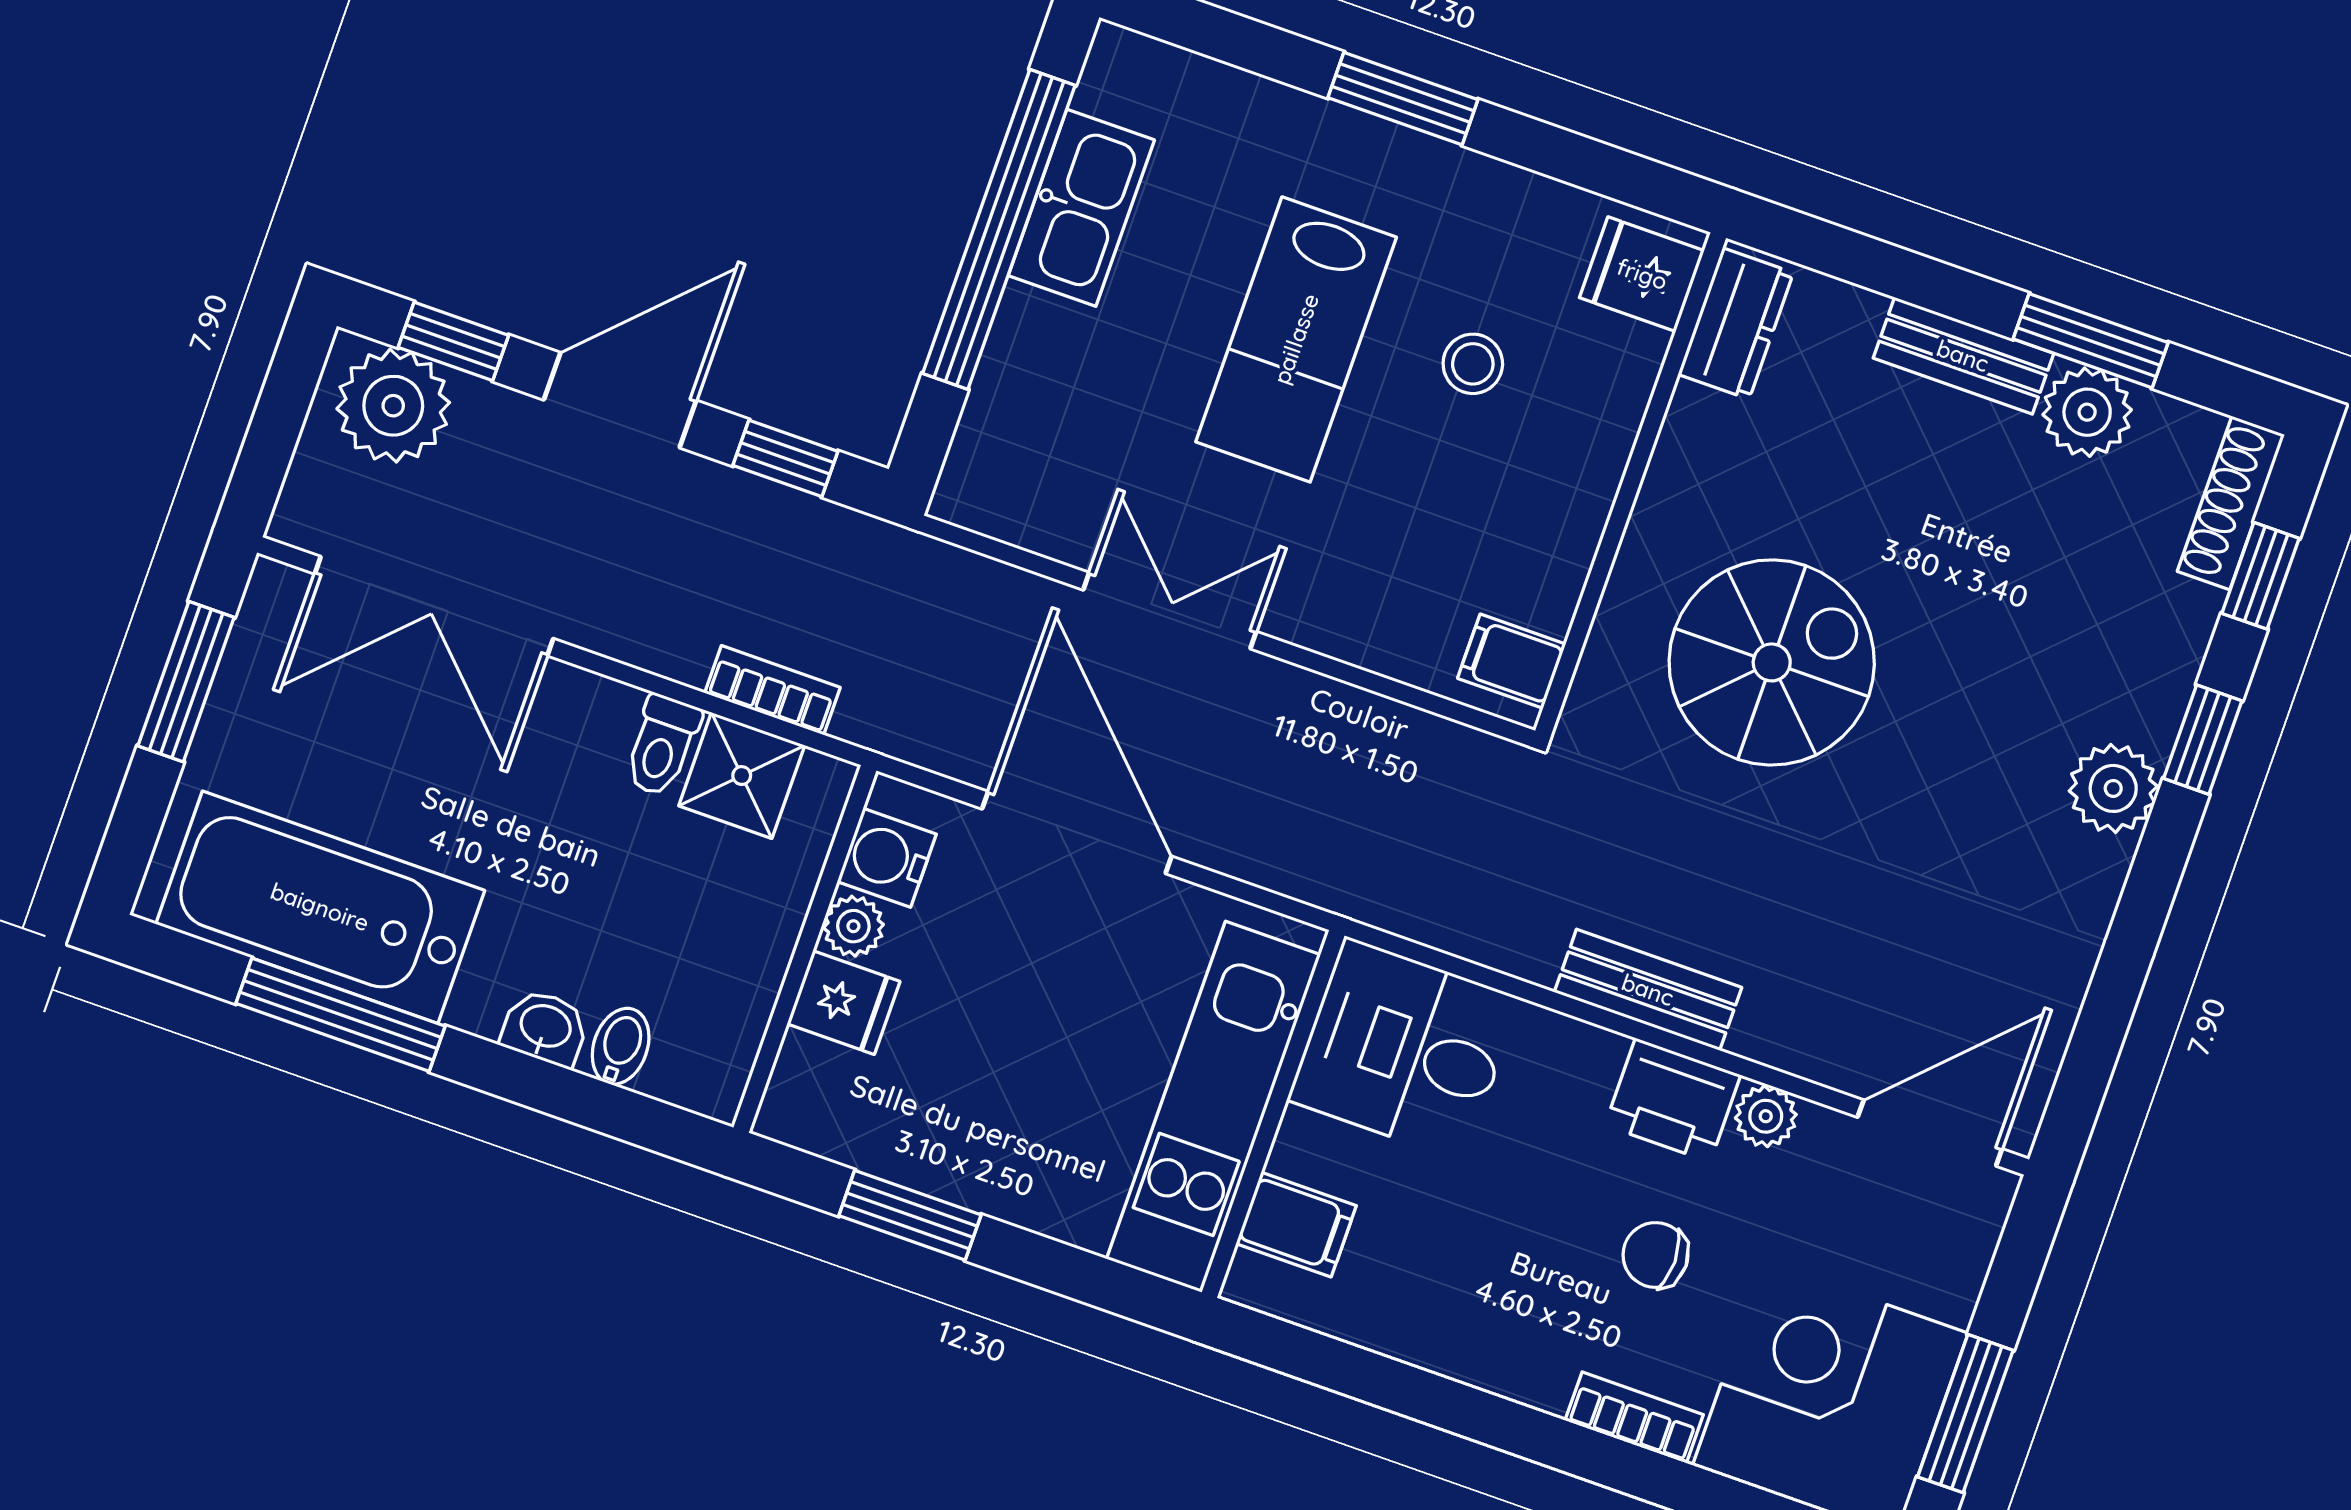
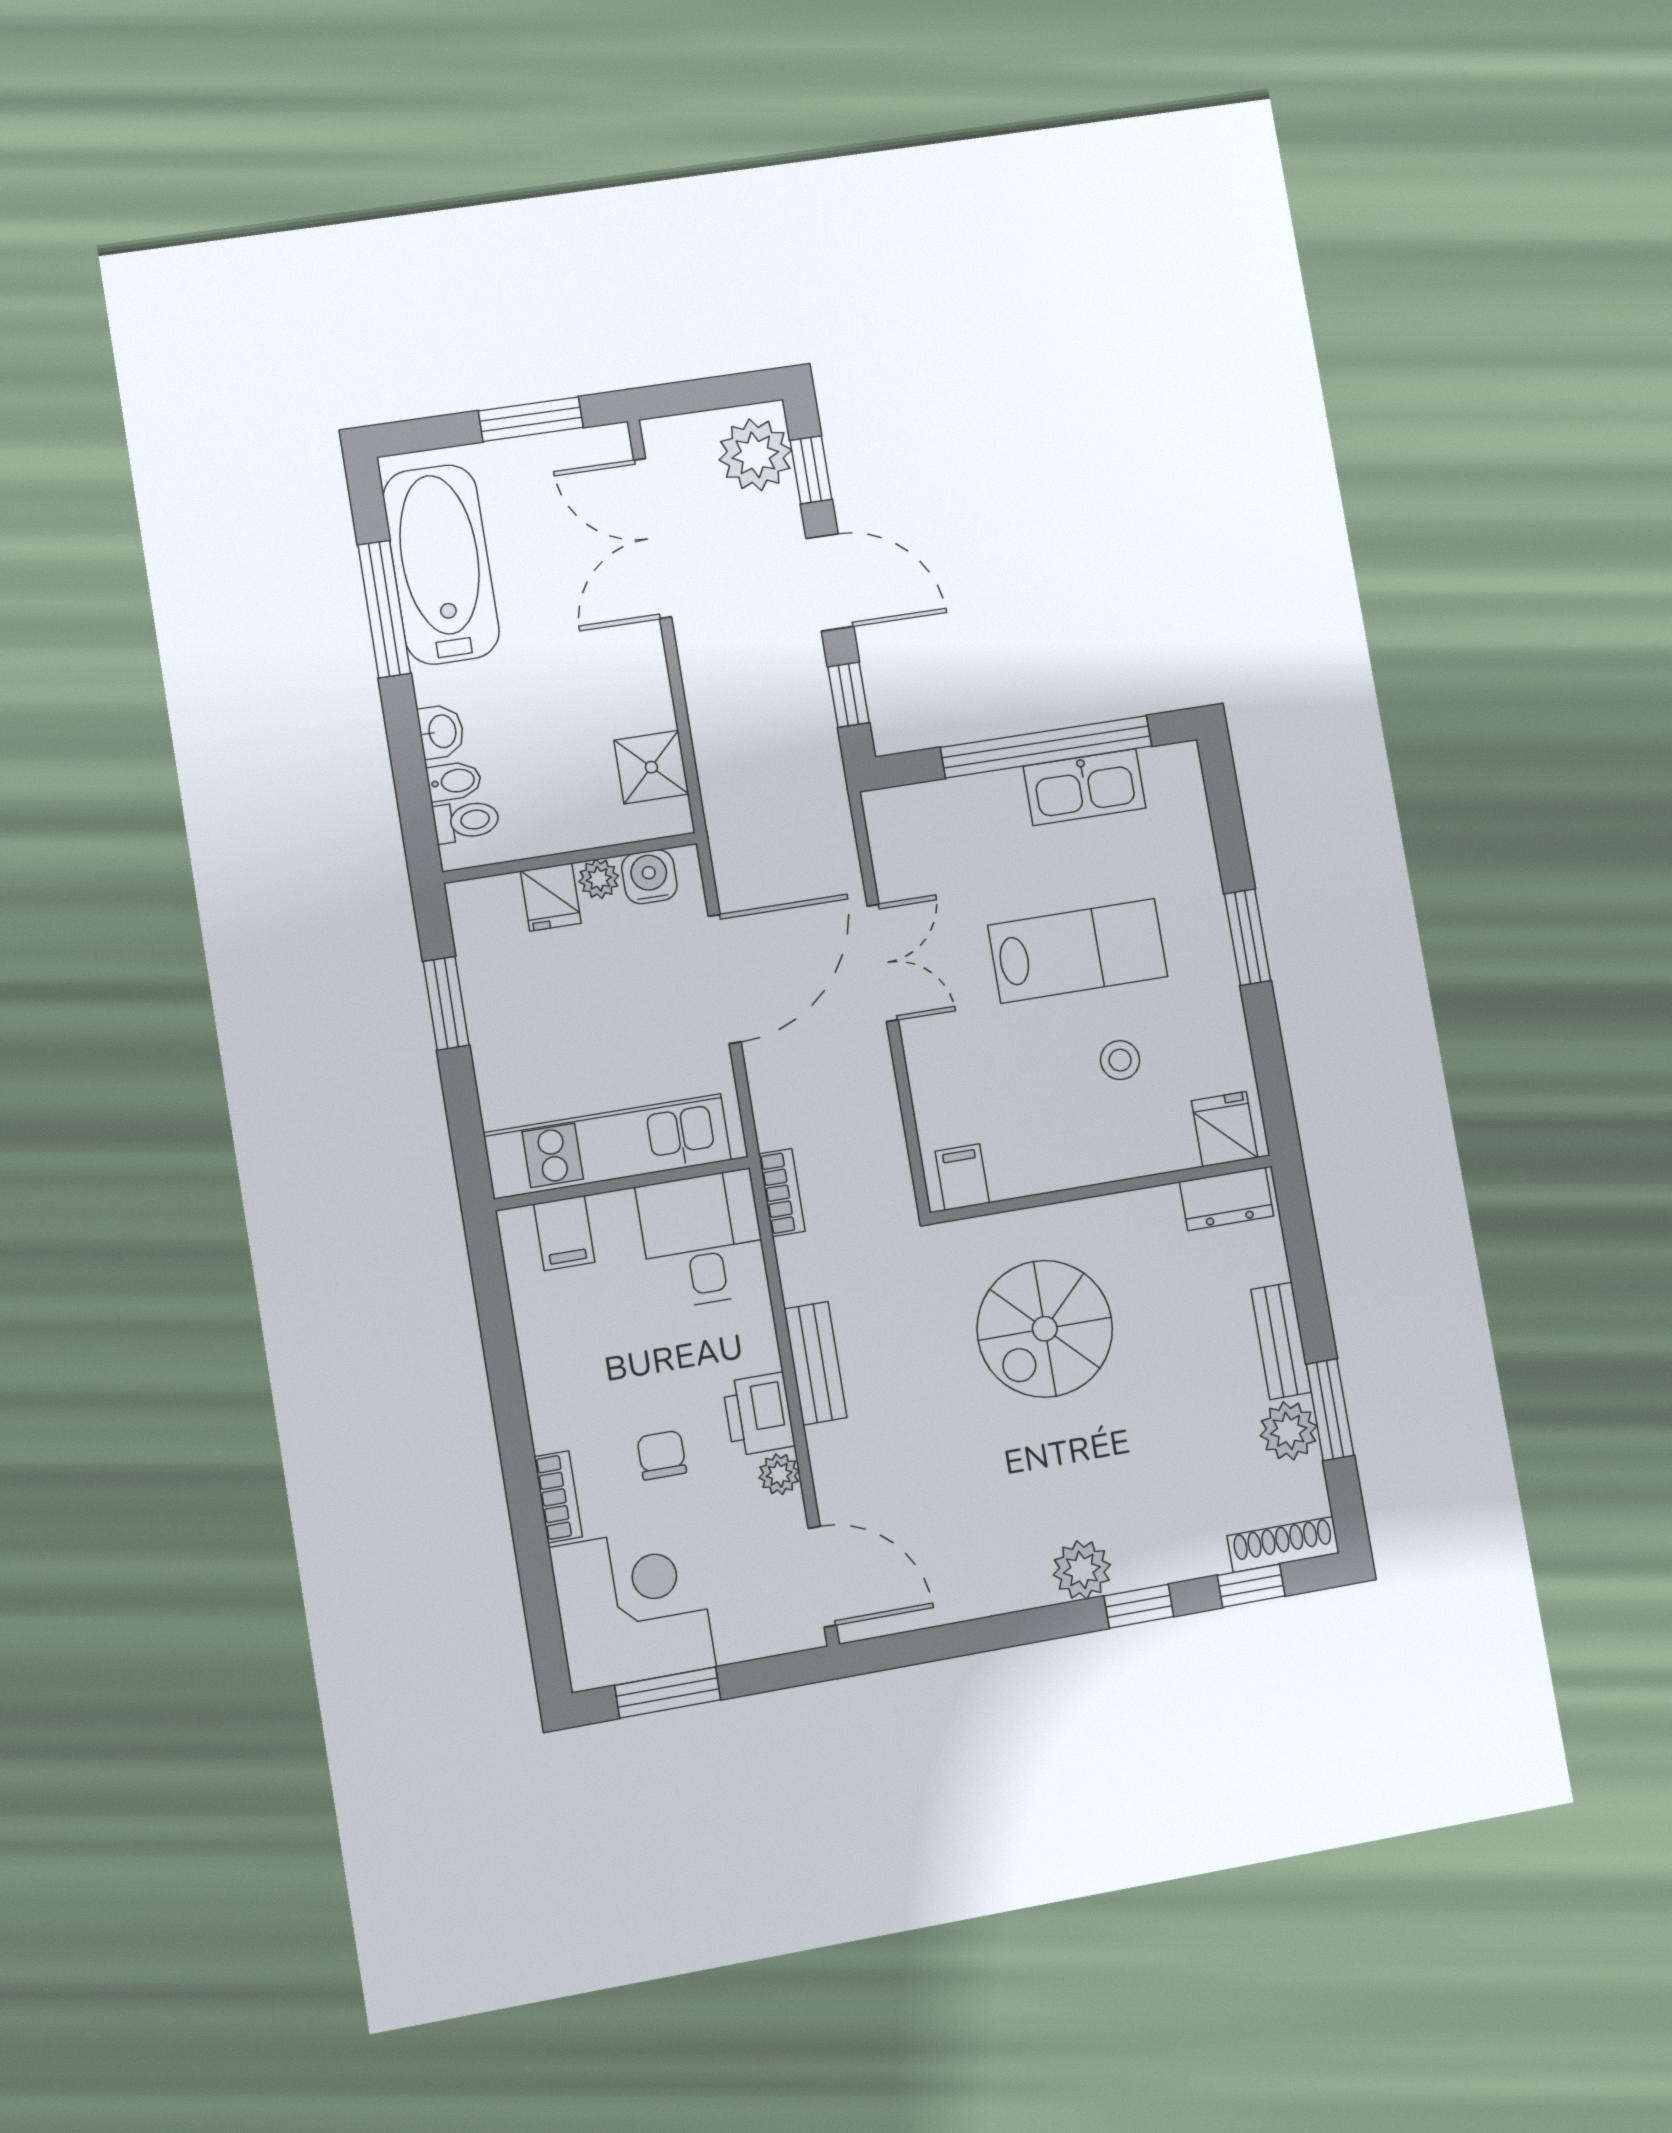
lab bench: (1296, 339) -> (1078, 951), turned 180
spiral stairs: (1772, 662) -> (1045, 1329), turned 90
bookcase: (772, 690) -> (782, 1193), moved
toilet: (662, 746) -> (466, 821), moved, turned 180

